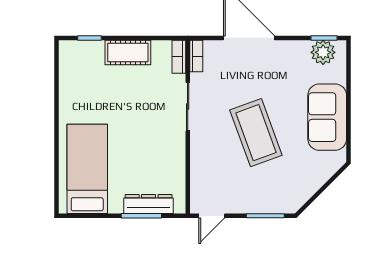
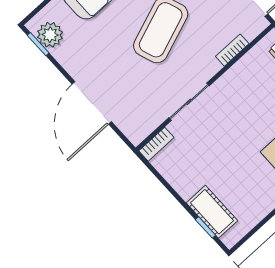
cot: (128, 52) -> (212, 212), moved
bookcase: (196, 56) -> (232, 50), moved

